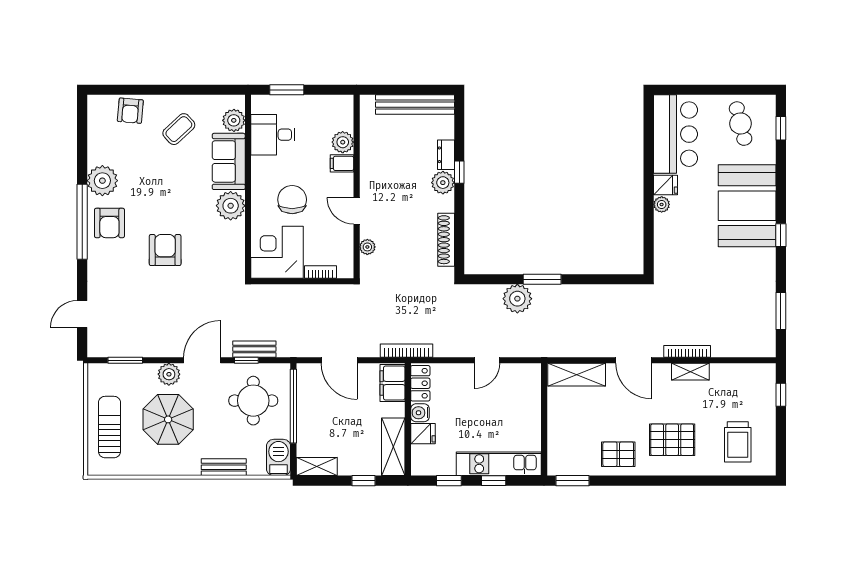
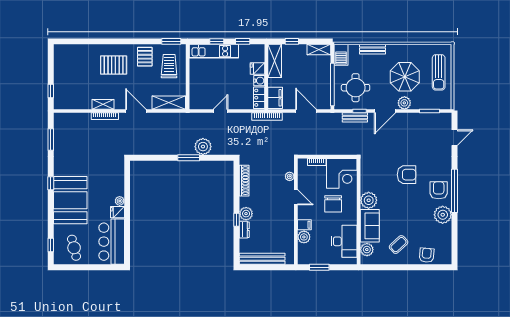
window: (287, 90) -> (319, 267), moved
desk: (273, 135) -> (344, 241), width x1.37
armchair: (165, 250) -> (406, 175), turned -90
trolley: (738, 442) -> (169, 66), moved
pallet: (618, 454) -> (145, 57), turned 90

